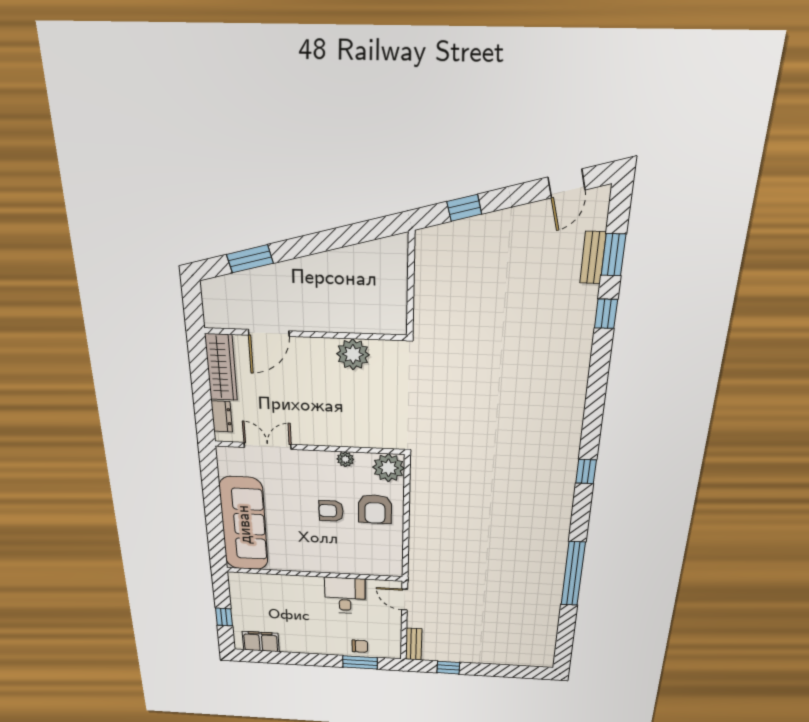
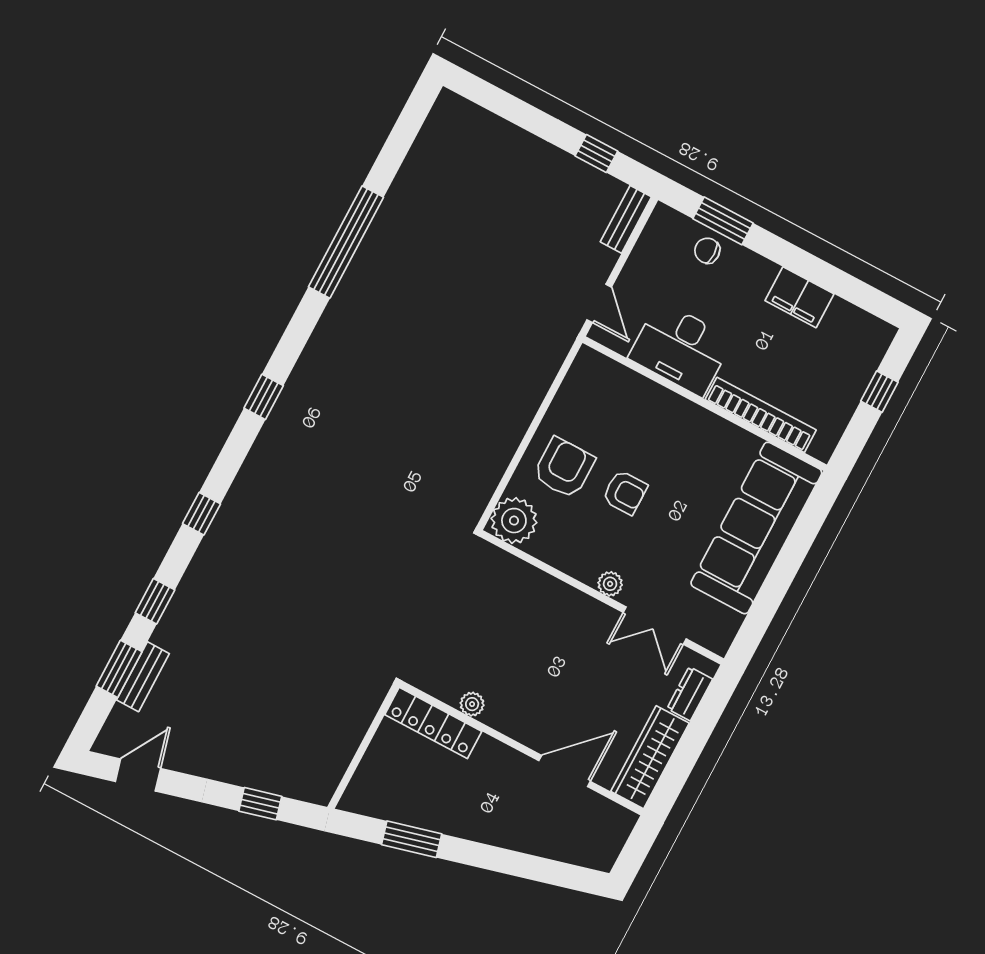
window: (250, 259) -> (412, 839), moved
locker: (372, 323) -> (433, 723), added
plant: (353, 354) -> (472, 704), width x0.53, depth x0.53
window: (597, 385) -> (202, 514), added
plant: (345, 459) -> (610, 584), moved
bookcase: (280, 581) -> (761, 415), added
desk: (345, 596) -> (681, 349), width x1.37
filing cabinet: (261, 642) -> (799, 297), moved

